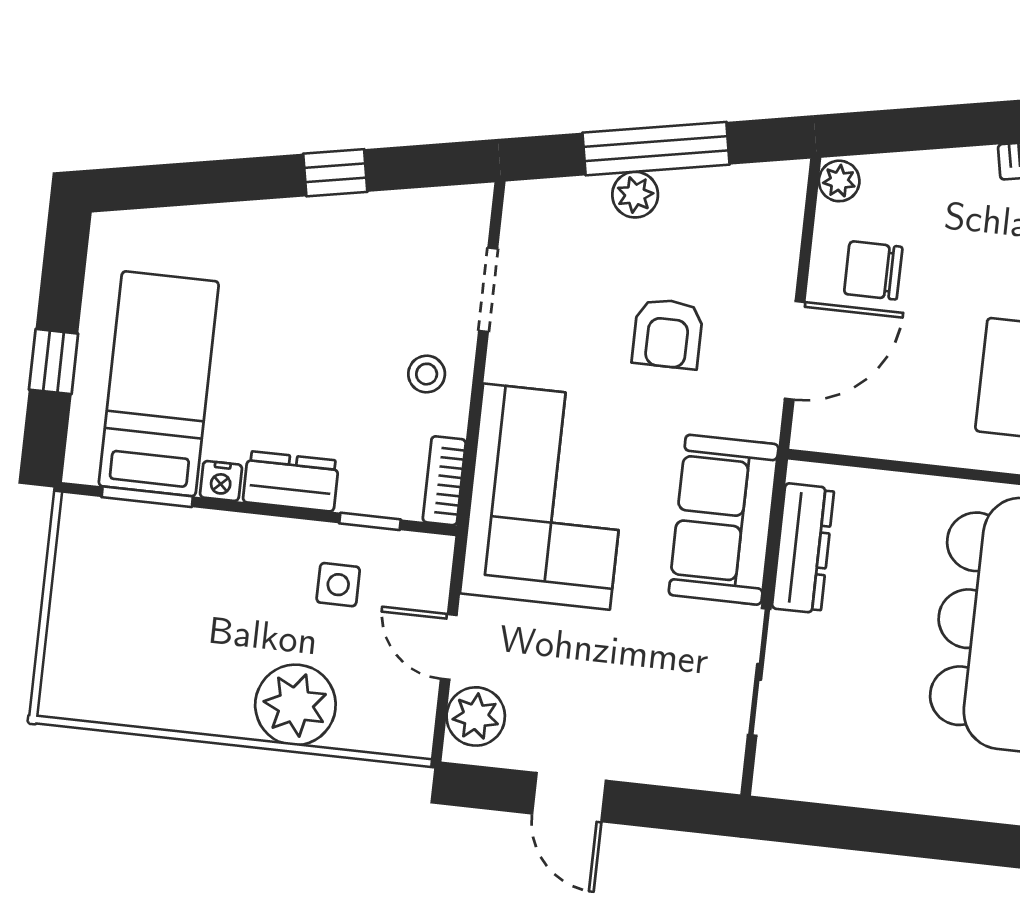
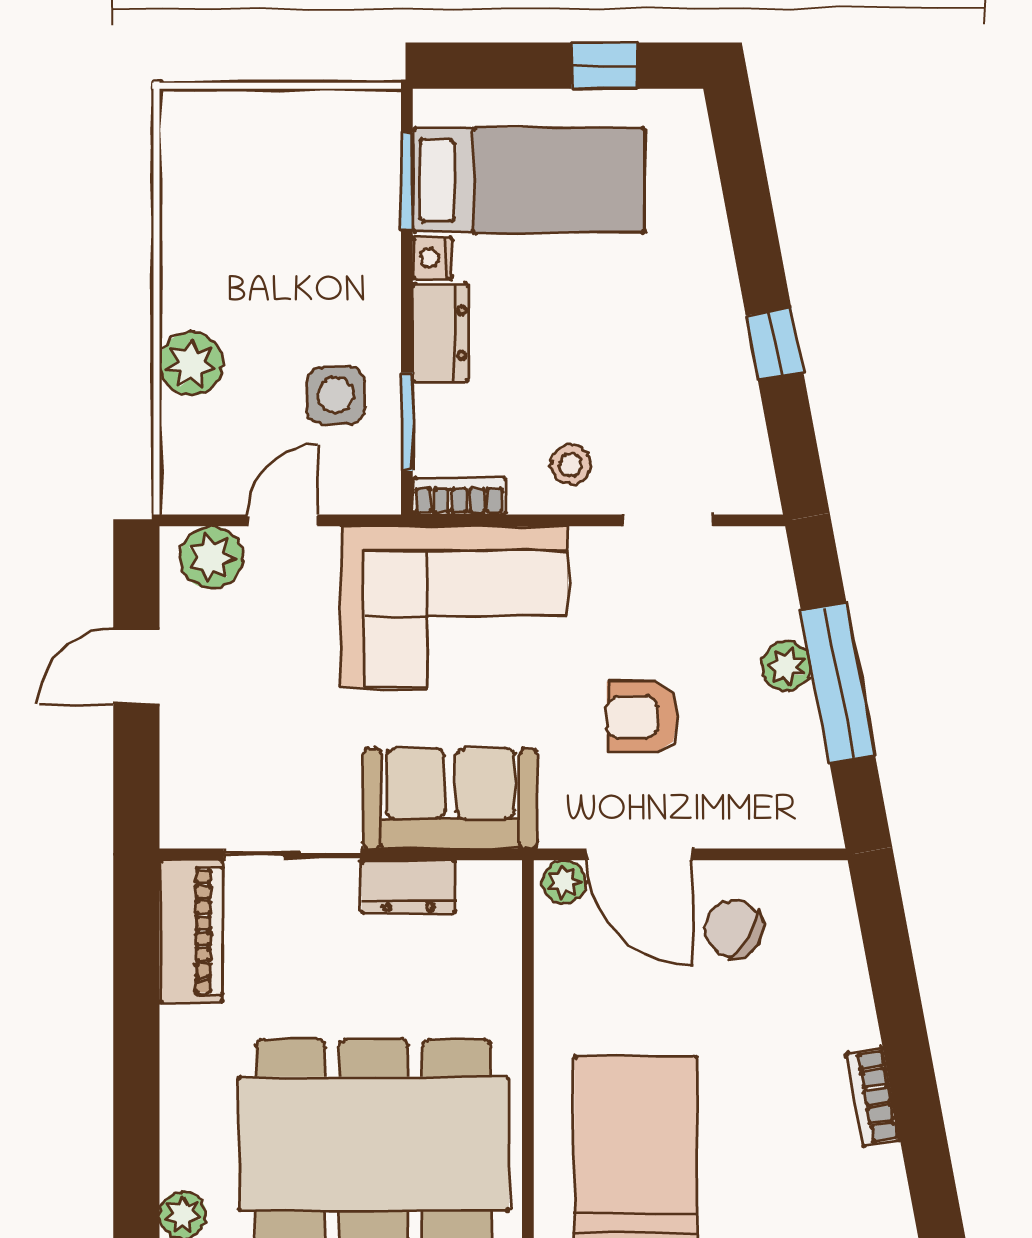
plant: (839, 181) -> (564, 882), moved
chair: (873, 270) -> (734, 929), turned -59
window: (54, 362) -> (604, 66), moved
window: (370, 521) -> (407, 422), width x1.50
dresser: (803, 548) -> (409, 887), width x0.70
side table: (338, 585) -> (336, 395), width x1.37, depth x1.37
plant: (295, 705) -> (191, 364), width x0.73, depth x0.73
piano: (820, 773) -> (191, 931), added

